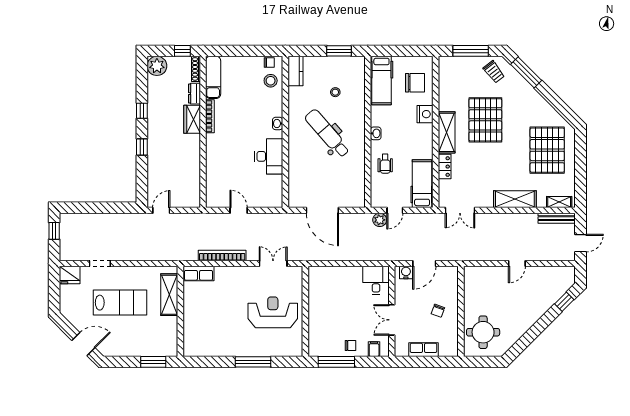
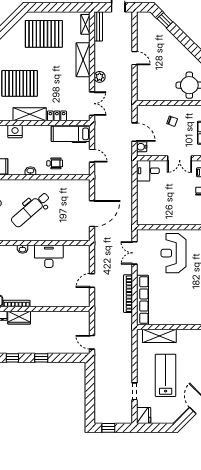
plant: (380, 220) -> (100, 77), moved
row of seats: (198, 274) -> (142, 300), width x2.02

